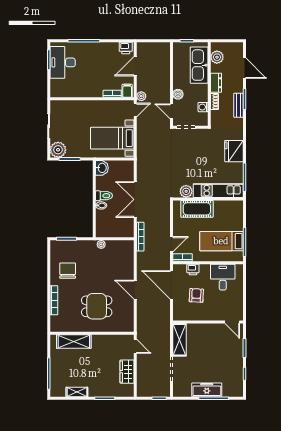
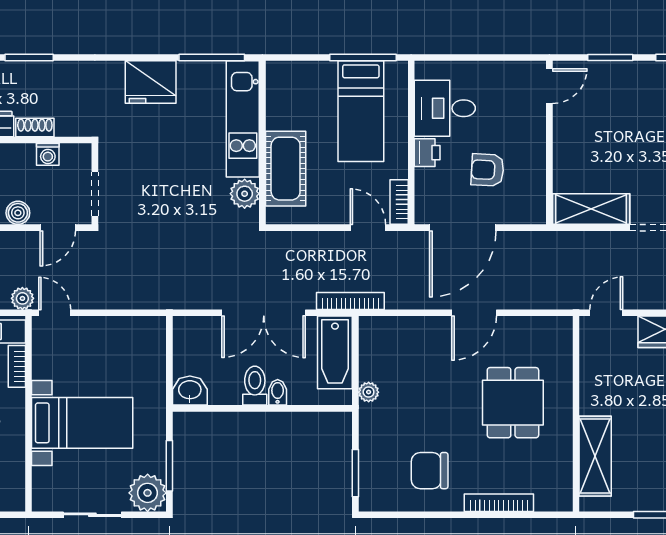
bench: (238, 105) -> (44, 72), removed
bed with nightstands: (112, 138) -> (82, 423), moved, turned -90
bathtub: (118, 230) -> (335, 352), added
printer: (193, 270) -> (427, 153), moved

